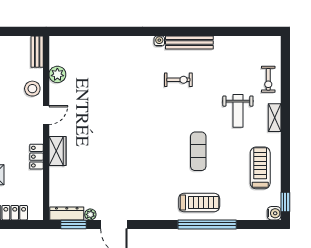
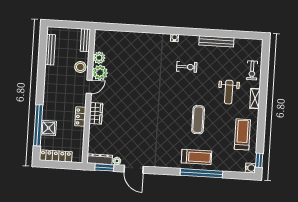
bench: (189, 42) -> (216, 41), moved
plant: (60, 95) -> (100, 73), added

